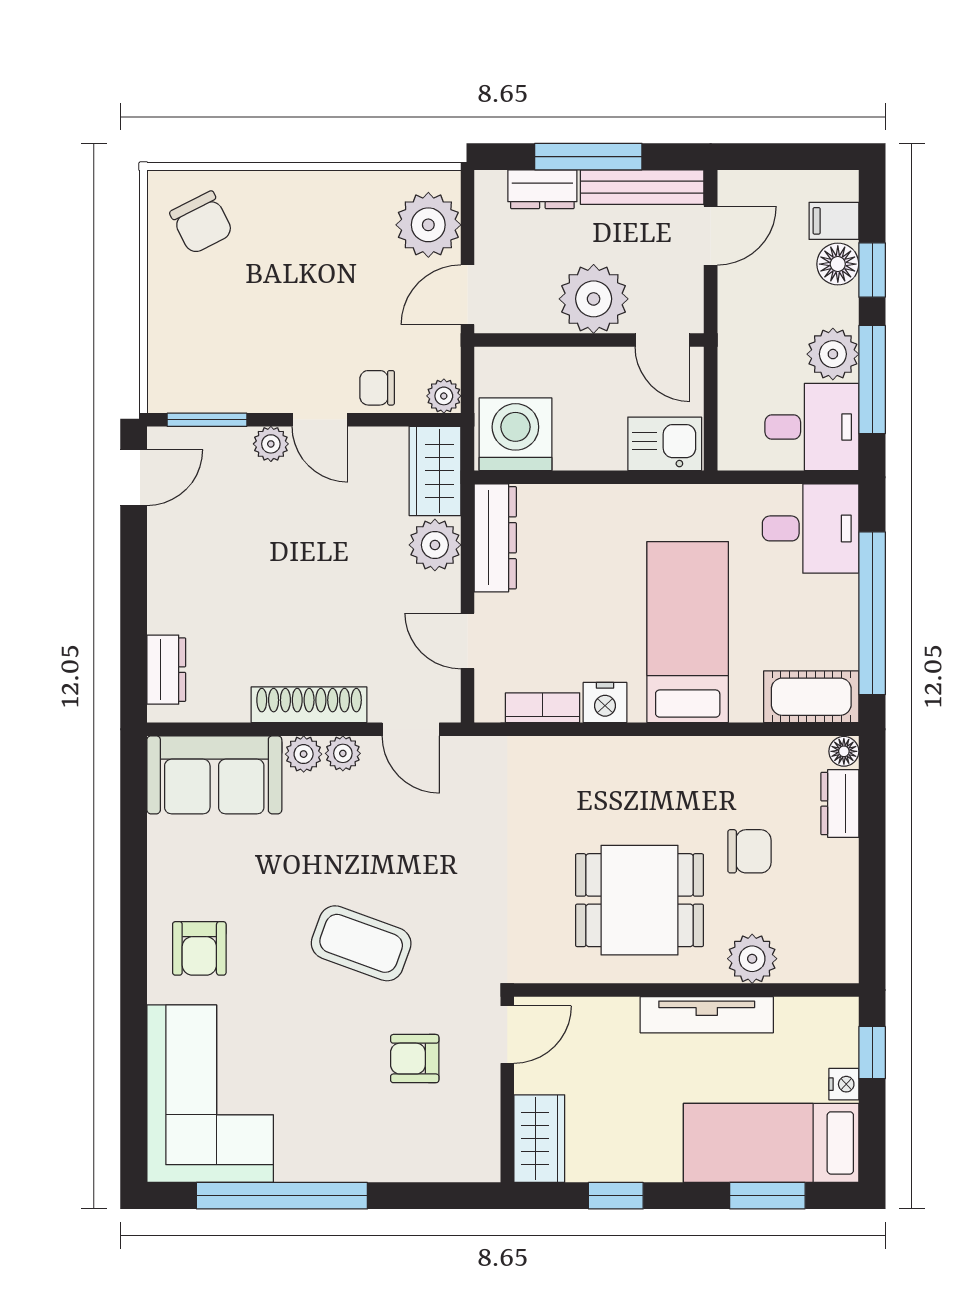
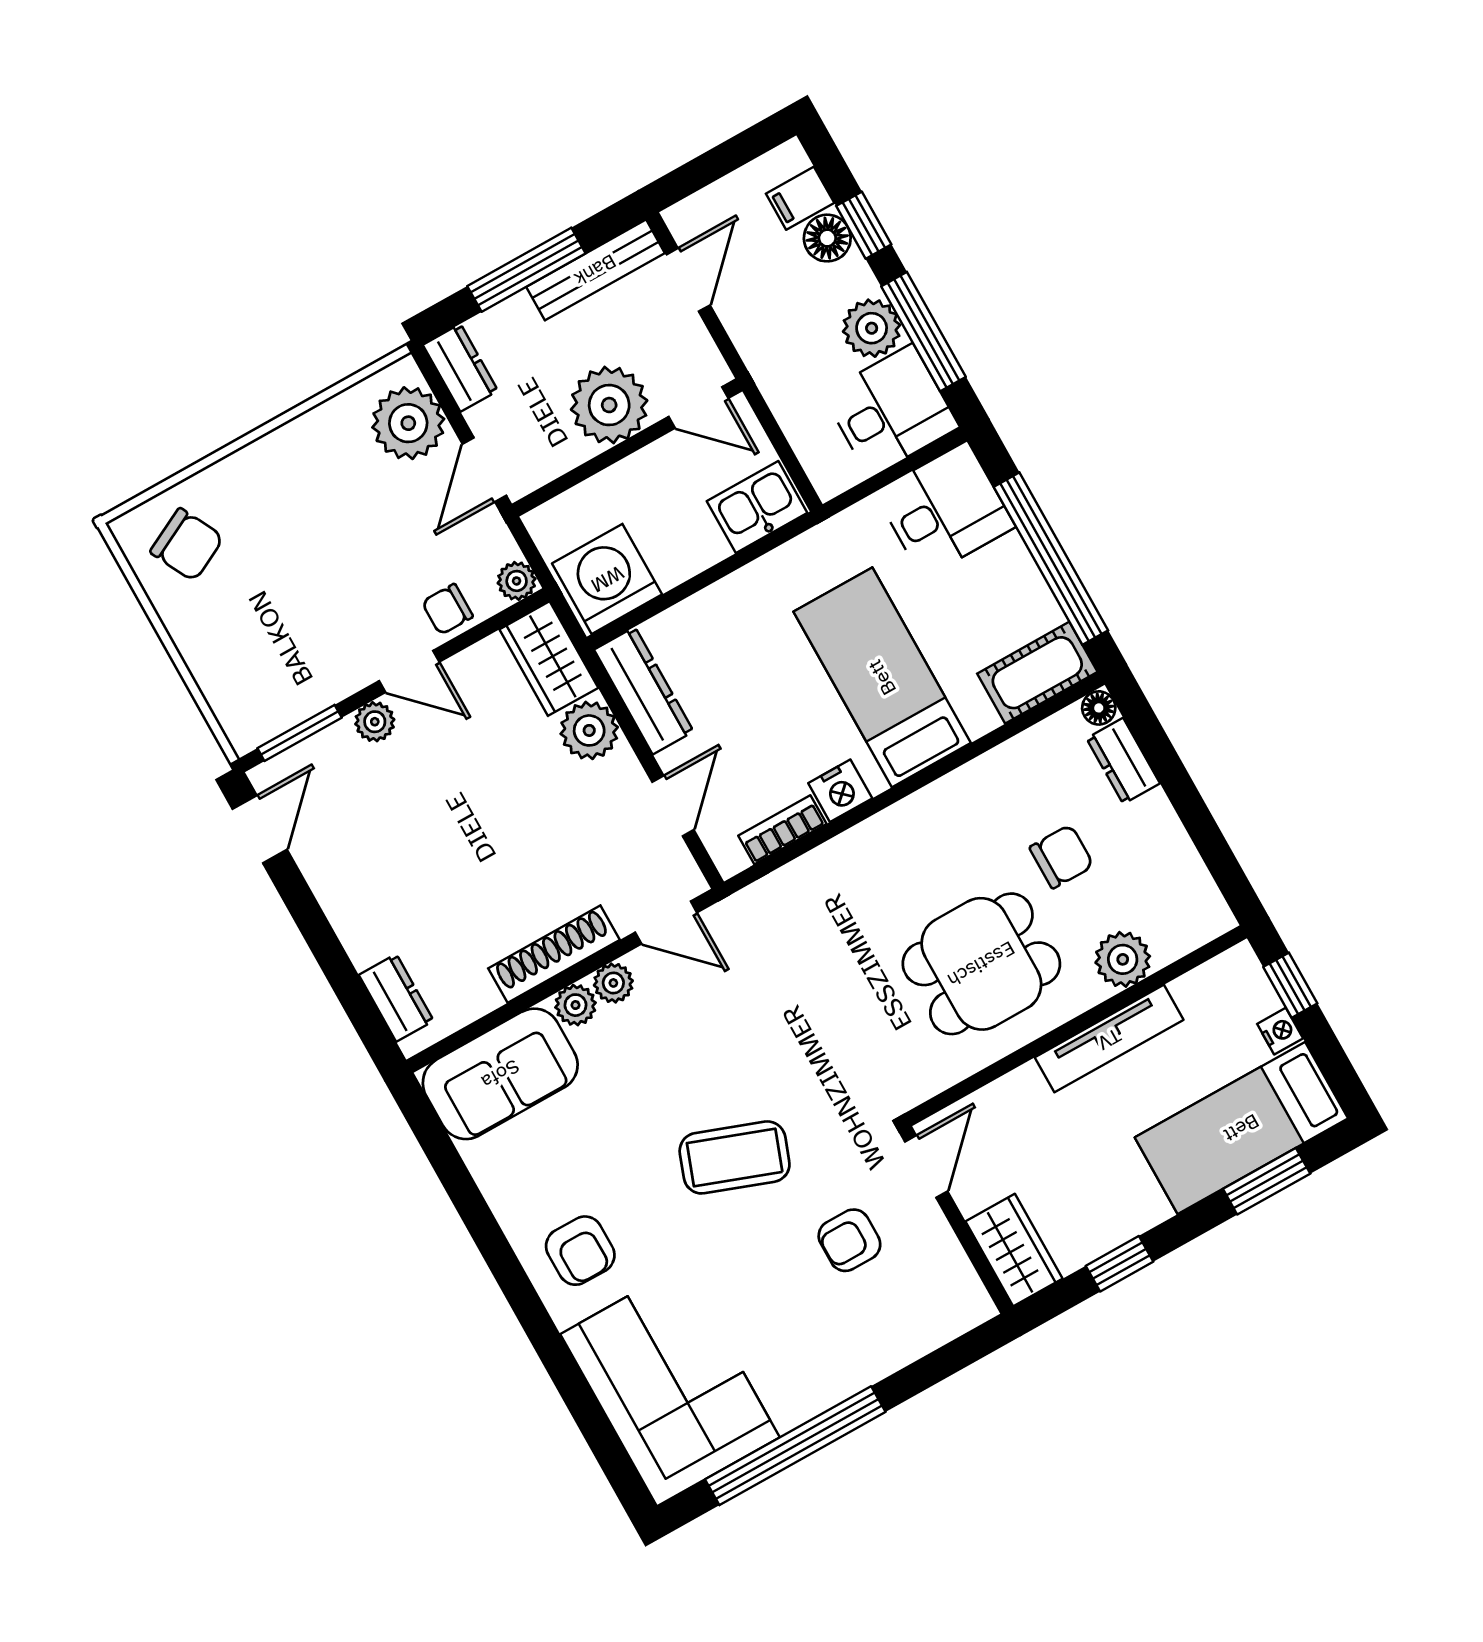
dresser: (542, 189) -> (460, 368), moved, turned -90
door: (467, 641) -> (673, 806), swing flipped

